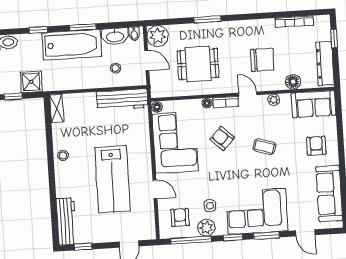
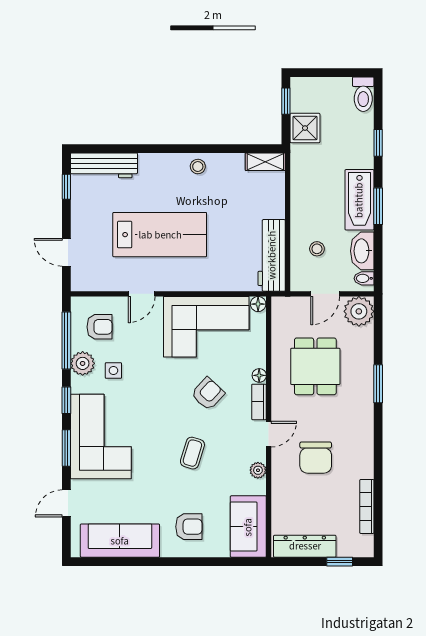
bathtub: (72, 45) -> (359, 200), width x0.73, depth x0.73
floor lamp: (293, 82) -> (282, 499), removed
lab bench: (112, 179) -> (160, 235), turned 180

